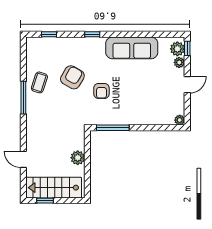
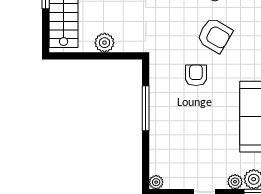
armchair: (101, 91) -> (196, 75), turned 90
window: (113, 128) -> (146, 108), moved

